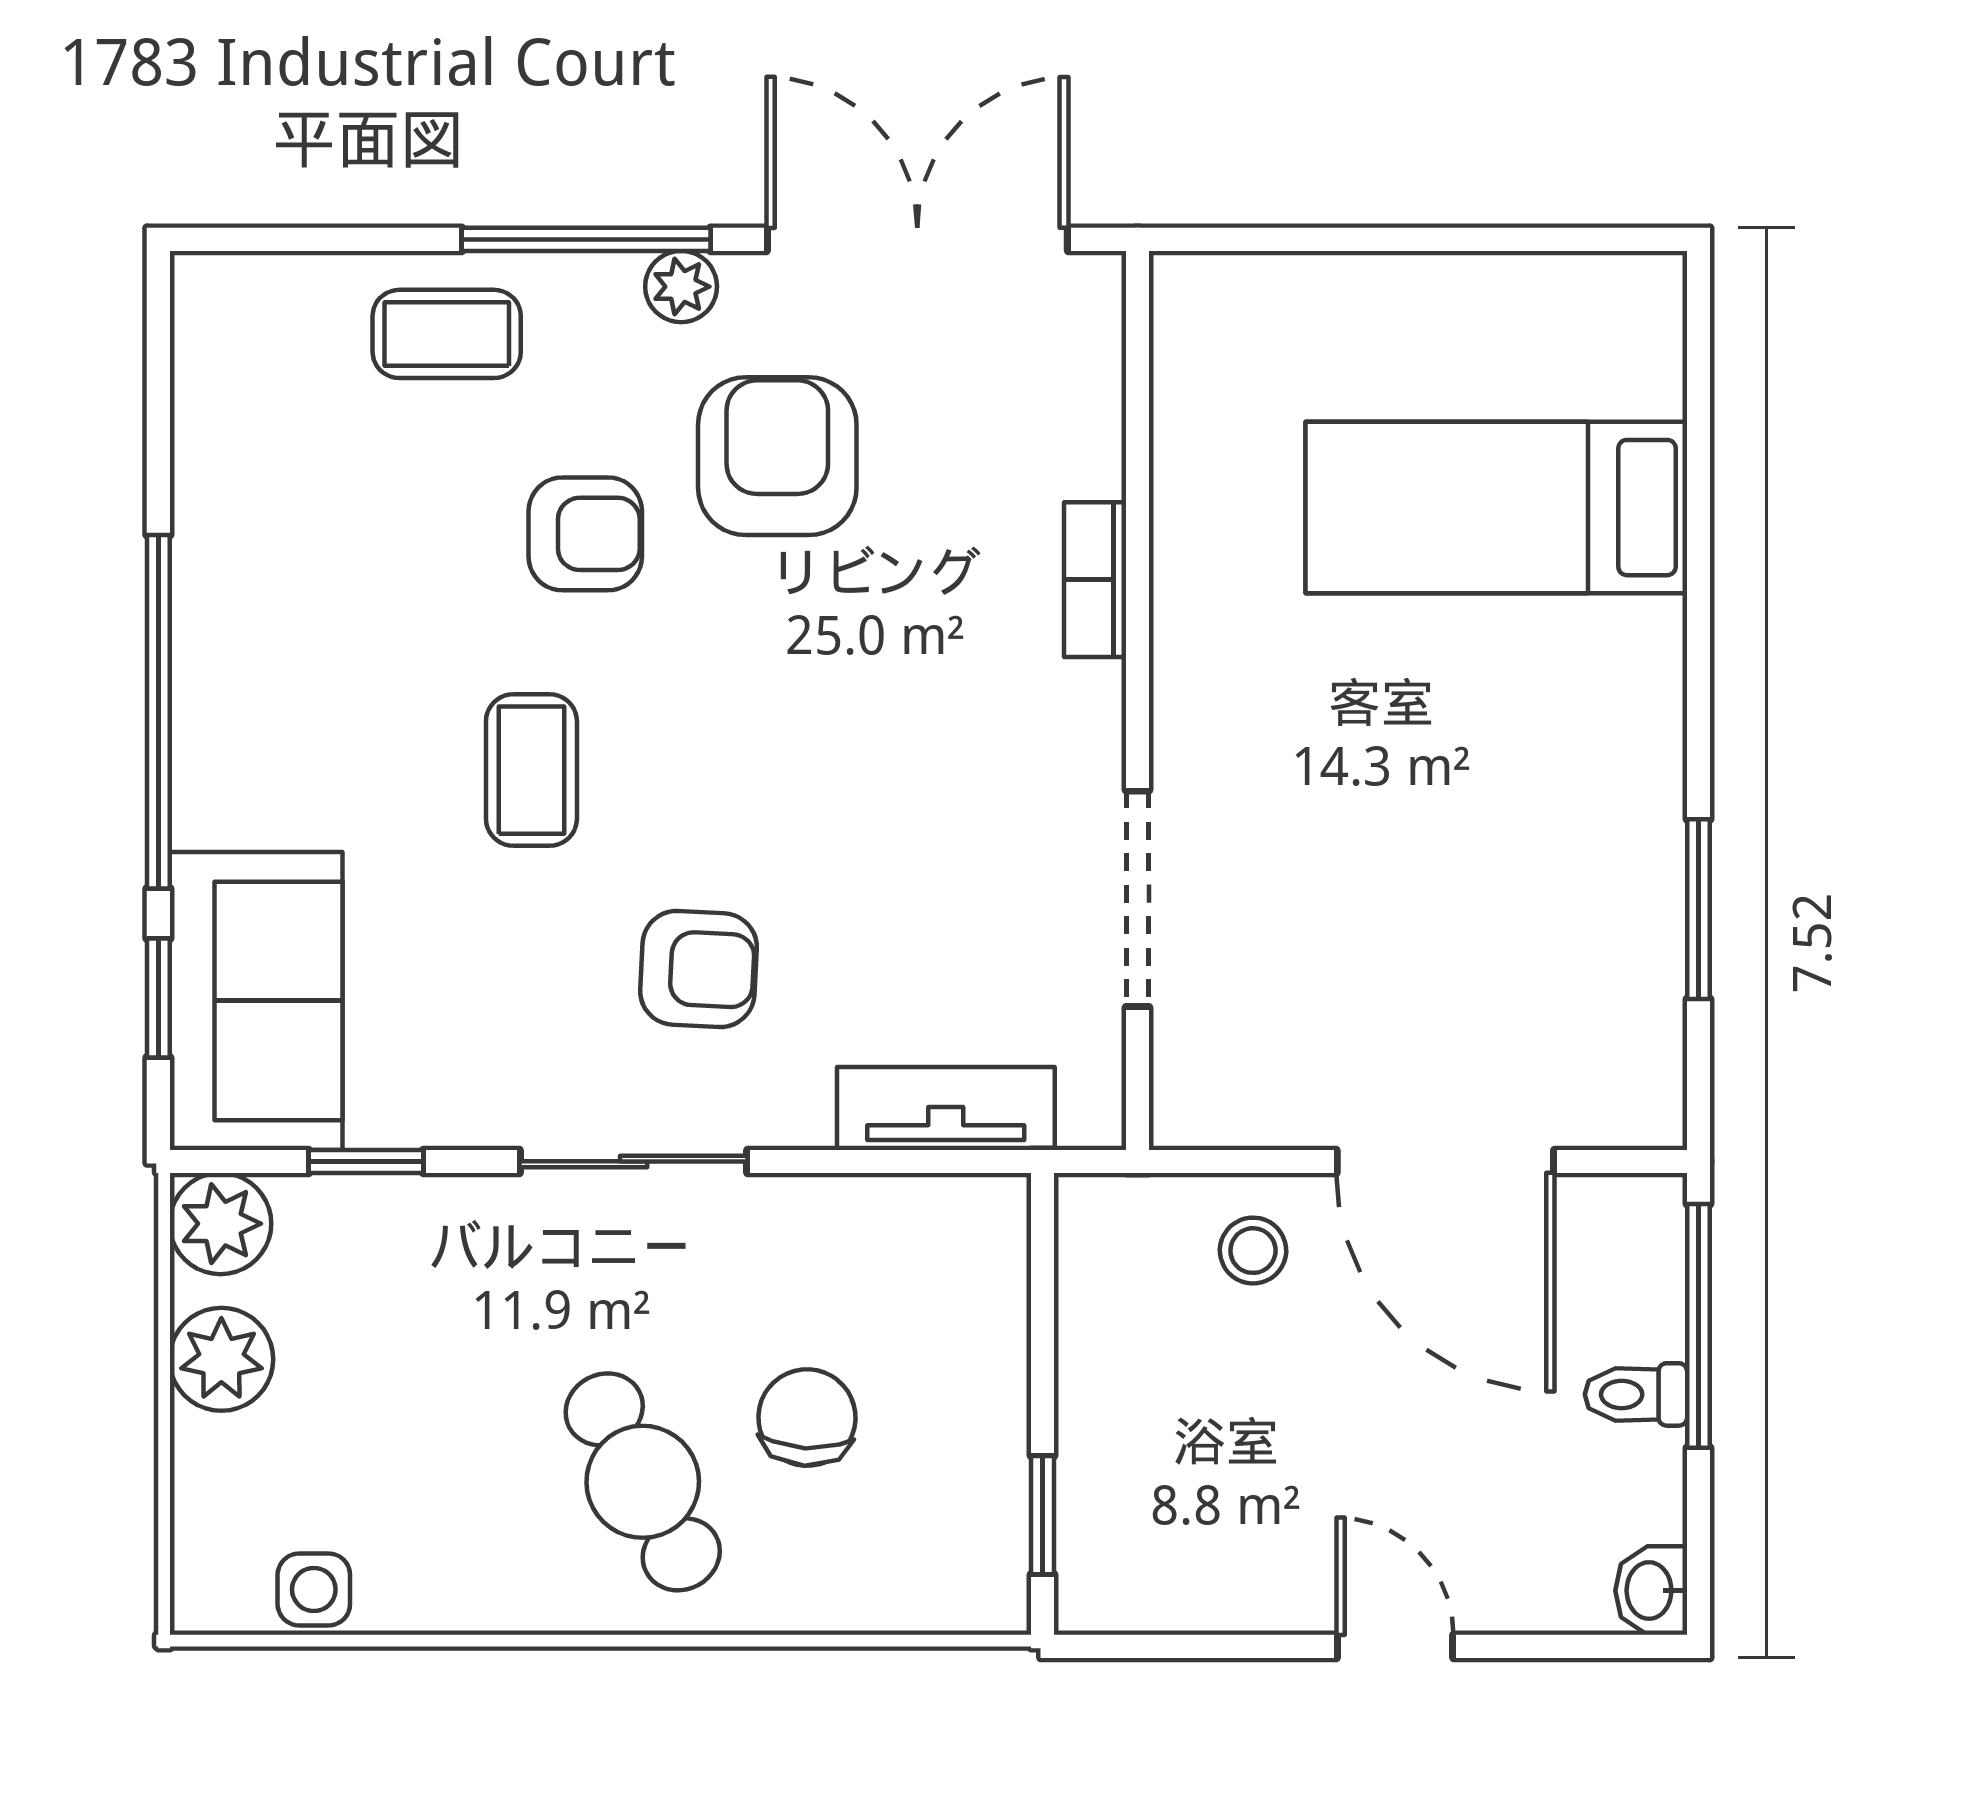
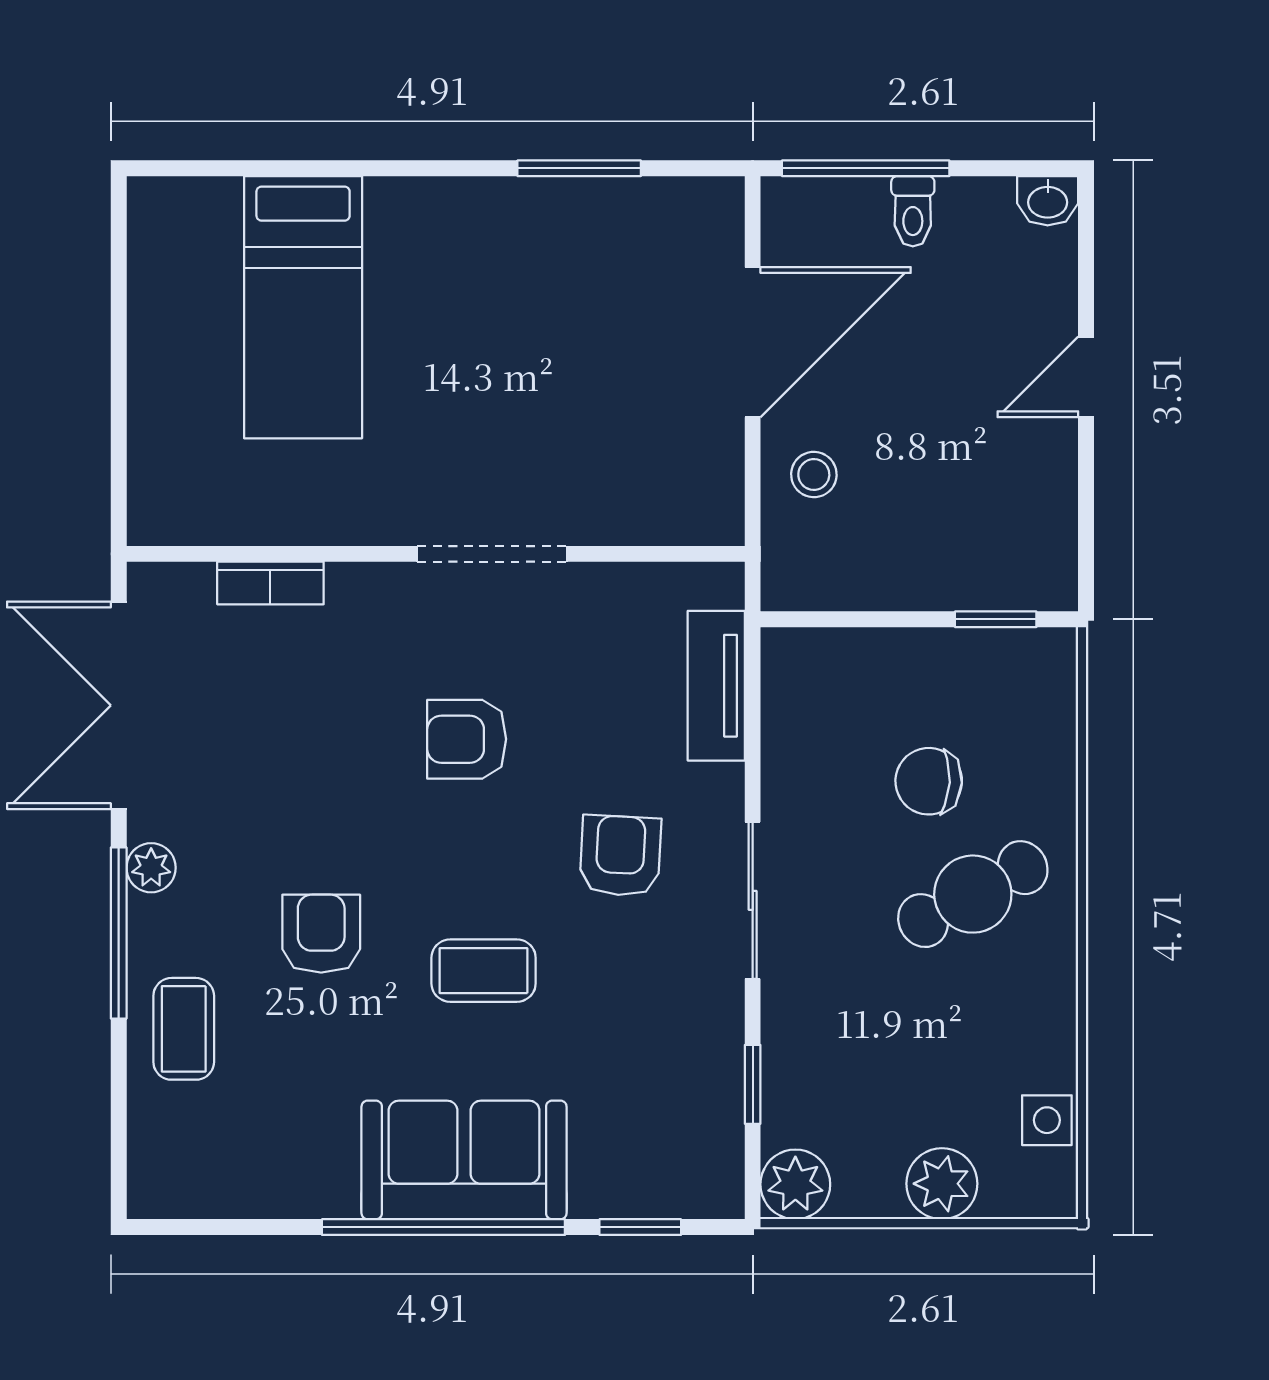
armchair: (777, 456) -> (467, 739), moved, width x0.72, depth x0.72
bookcase: (1095, 580) -> (270, 583), moved
doorway: (1138, 899) -> (492, 554), moved
sofa: (256, 1001) -> (464, 1160), moved
plant: (221, 1359) -> (942, 1184), moved

